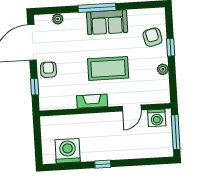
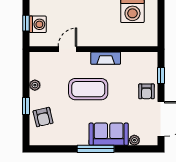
sofa: (107, 22) -> (109, 134), moved
washing machine: (157, 118) -> (38, 24), moved, turned 90
window: (176, 132) -> (26, 23), width x0.46

